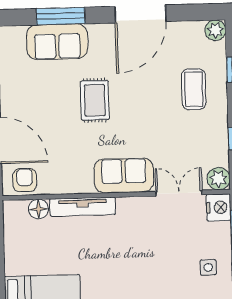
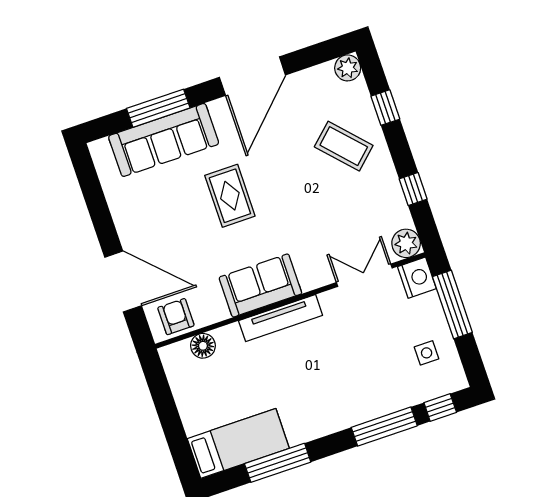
sofa: (57, 42) -> (164, 140), width x1.36
coffee table: (194, 89) -> (344, 146), turned -43
sofa: (124, 176) -> (260, 285), moved
tv unit: (83, 207) -> (281, 318), moved

